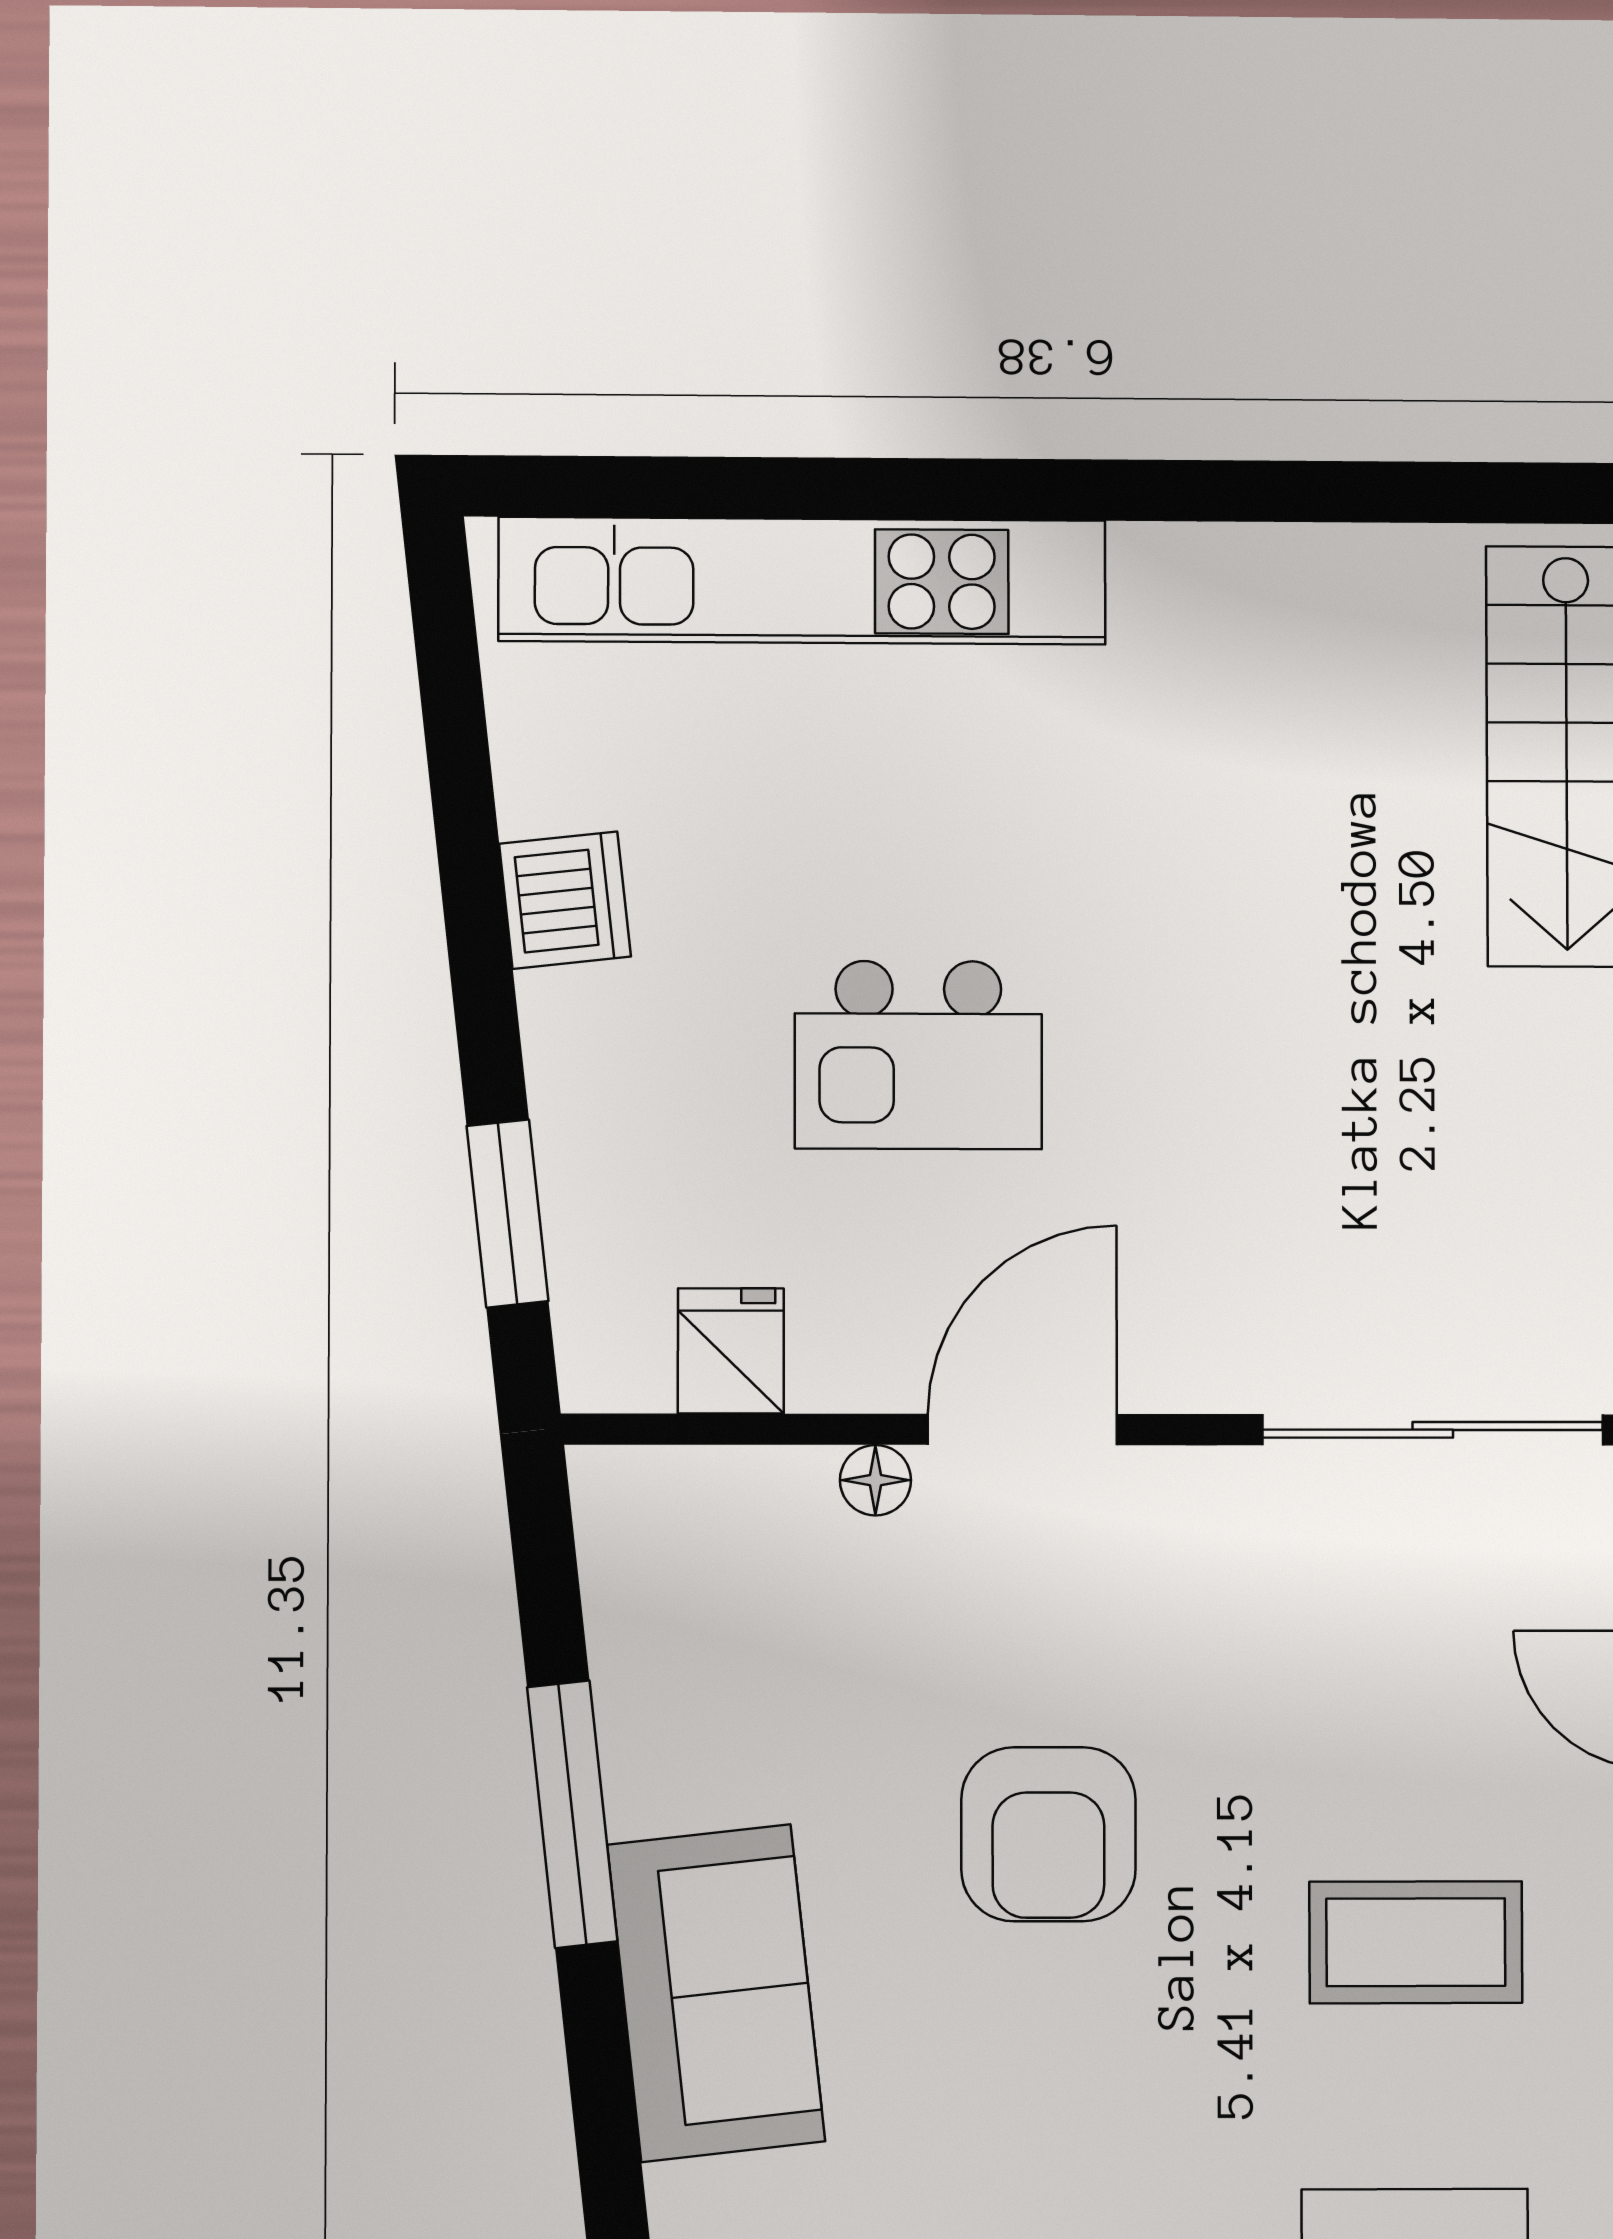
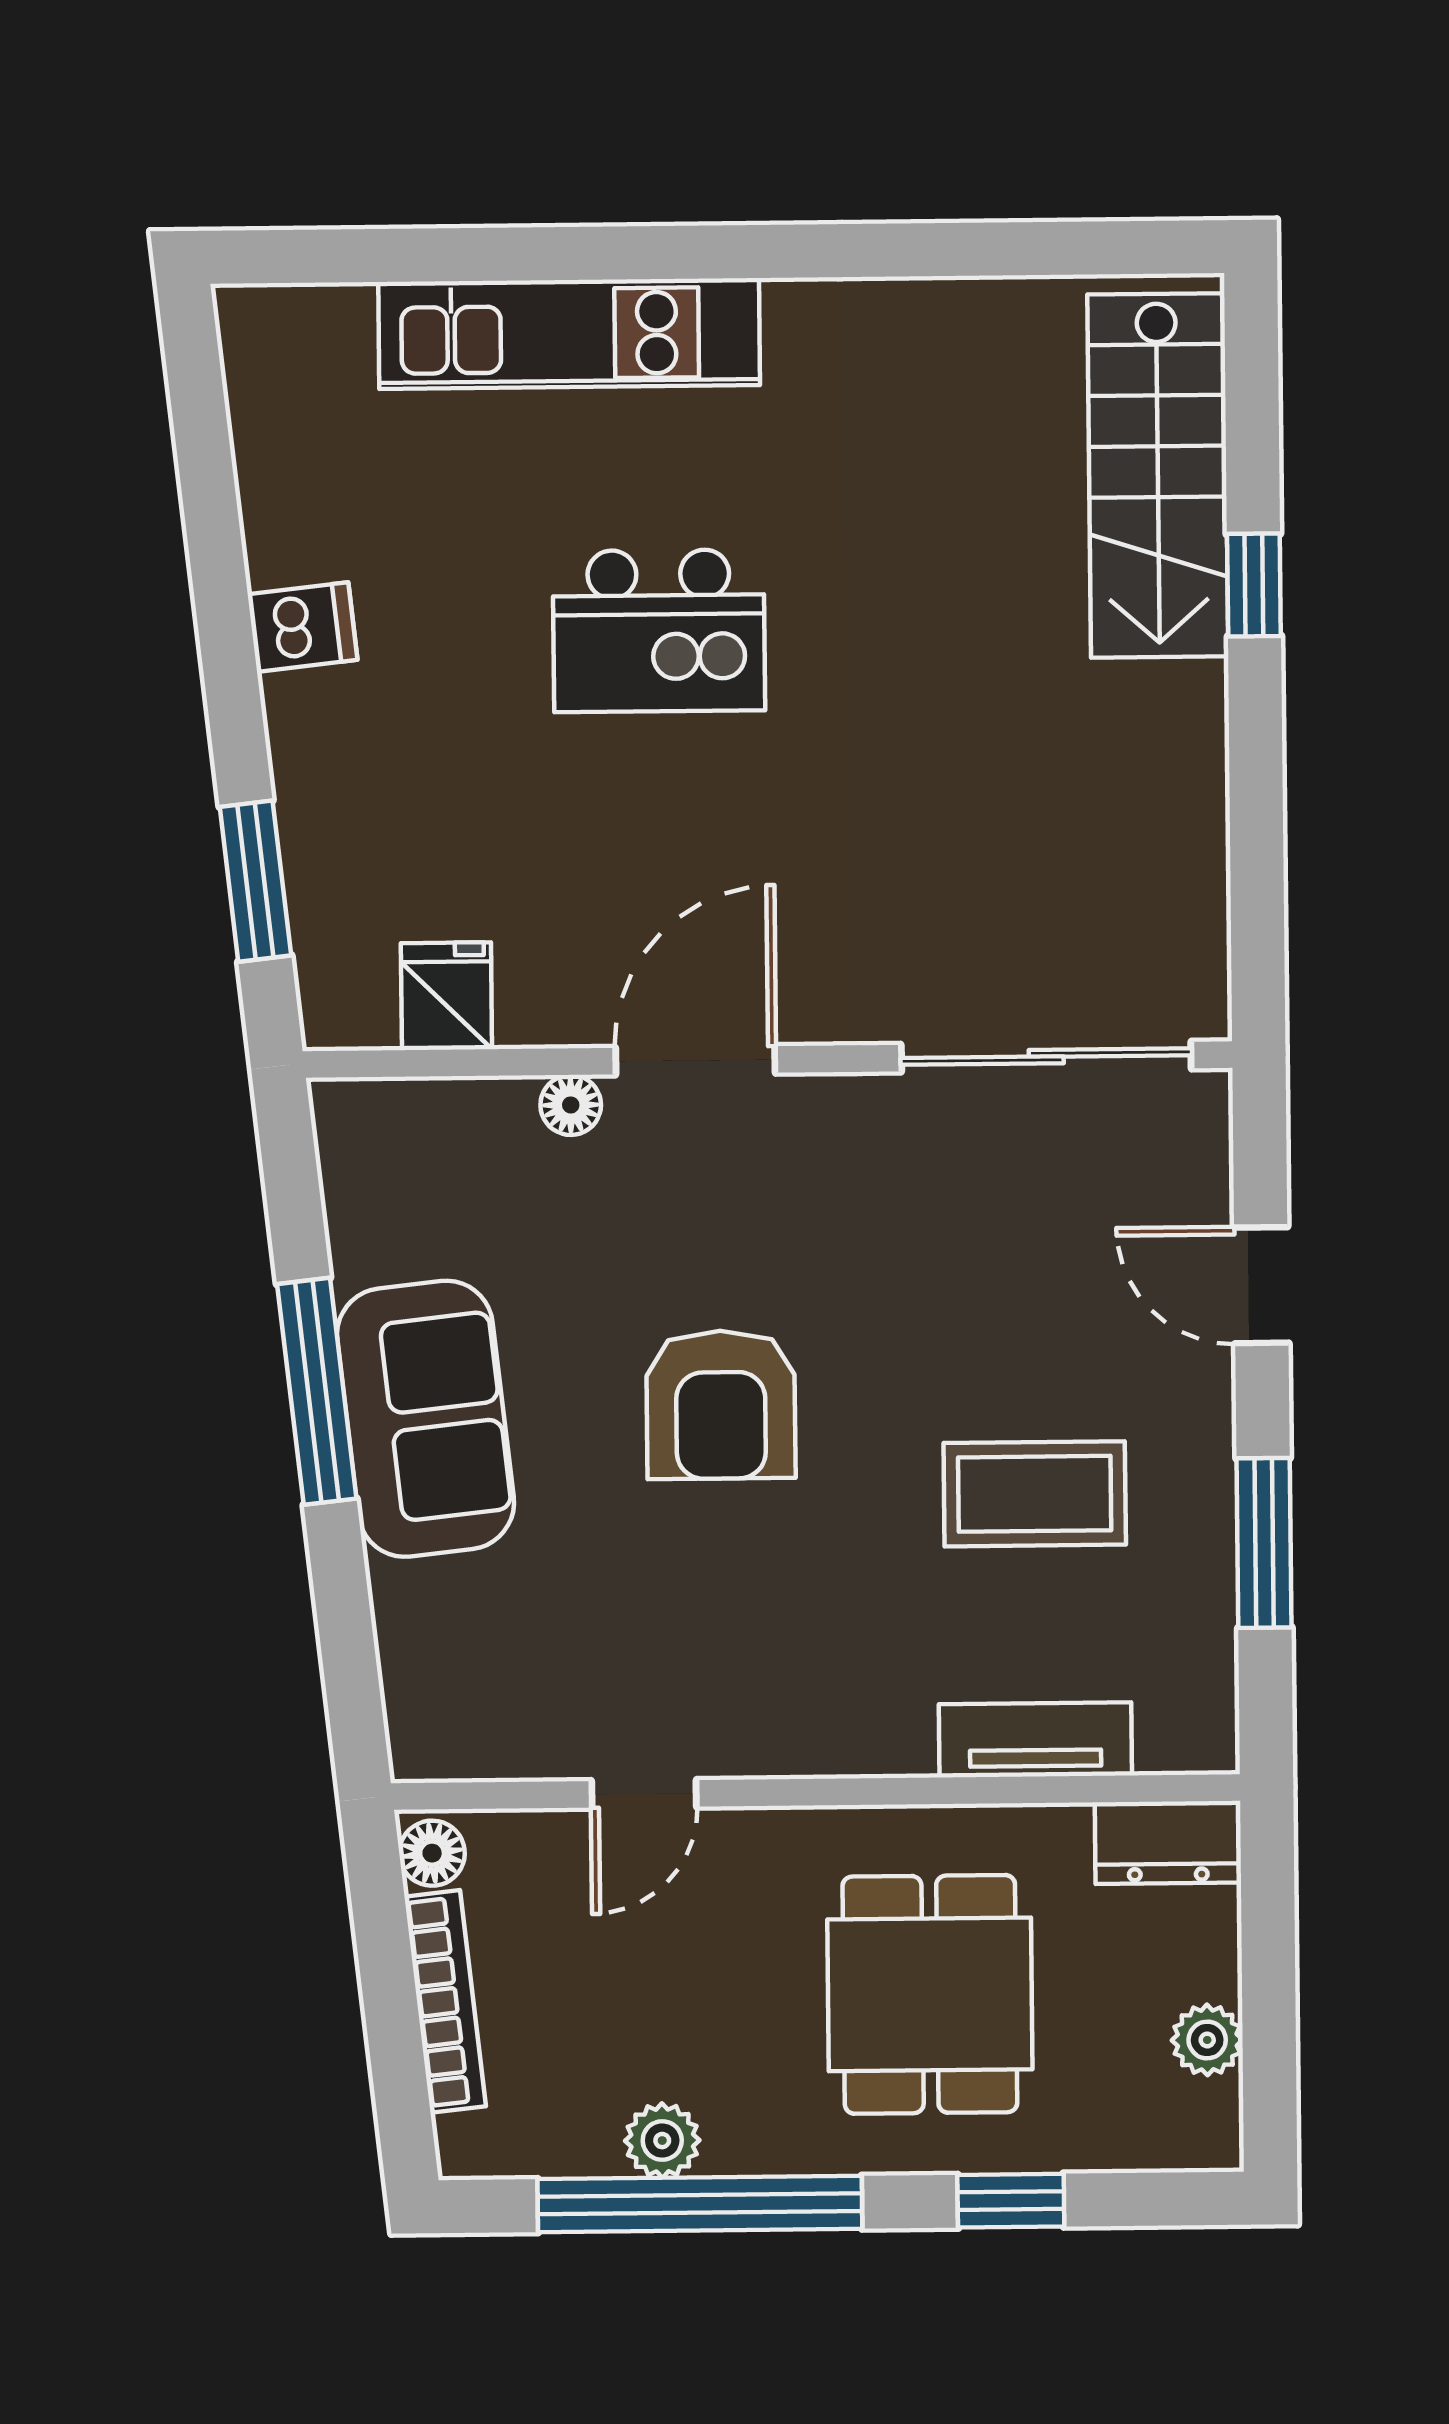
kitchen unit: (802, 581) -> (569, 334), width x0.73
dishwasher: (565, 900) -> (302, 627), width x0.73
kitchen island: (918, 1055) -> (659, 631), moved
sofa: (716, 1993) -> (425, 1419), moved

